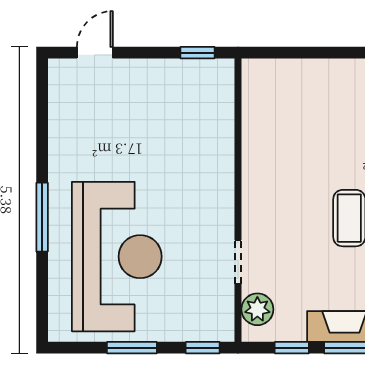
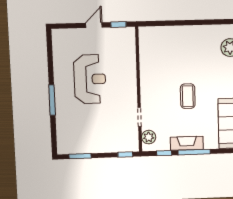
door: (95, 53) -> (94, 25), moved
reception desk: (117, 257) -> (90, 79), moved, width x0.74, depth x0.77
window: (132, 348) -> (80, 156), moved

